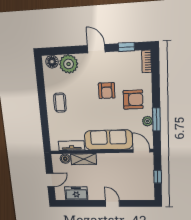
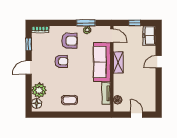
armchair: (133, 100) -> (69, 41), turned 90
door: (141, 151) -> (112, 36), swing flipped
shelving: (84, 159) -> (118, 62), moved
freezer: (76, 193) -> (149, 36), moved

